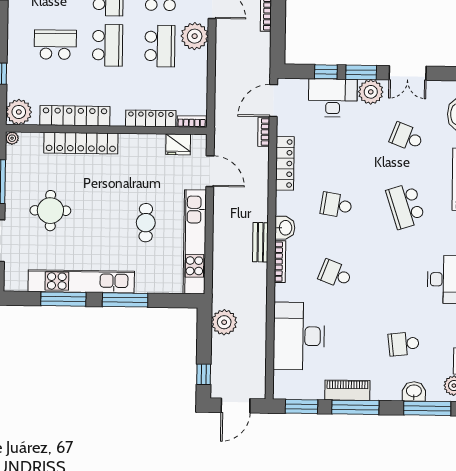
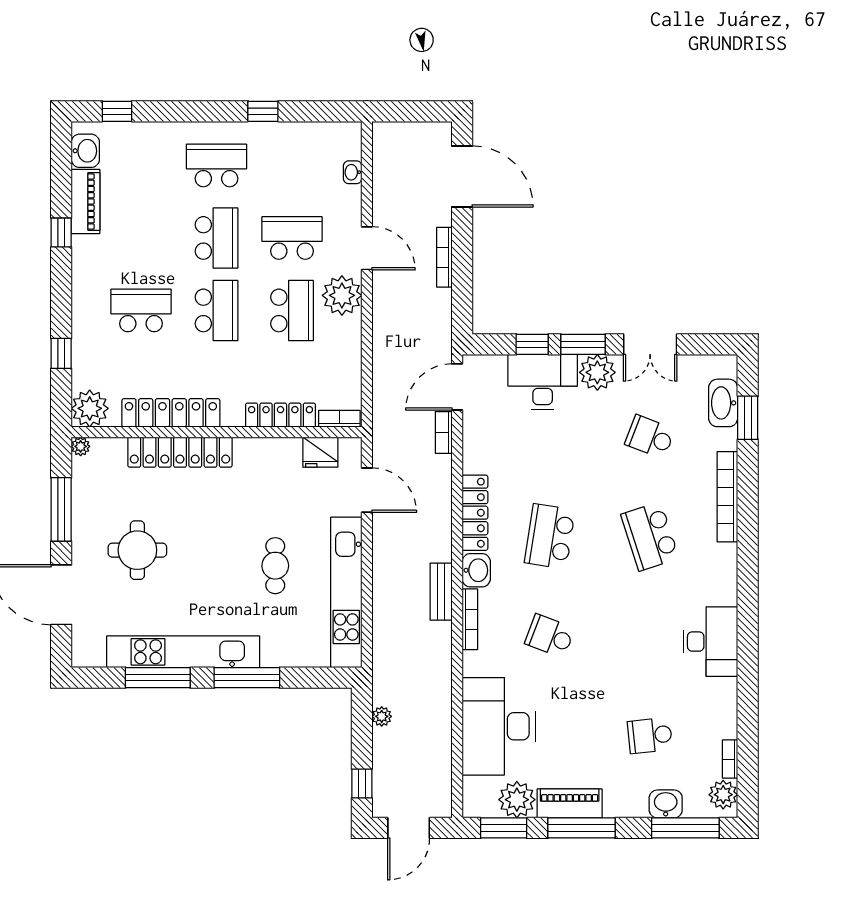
locker: (285, 163) -> (475, 513), moved
school desk: (336, 205) -> (550, 536), width x1.85
plant: (224, 322) -> (382, 716), width x0.53, depth x0.53
plant: (311, 387) -> (517, 800), added

